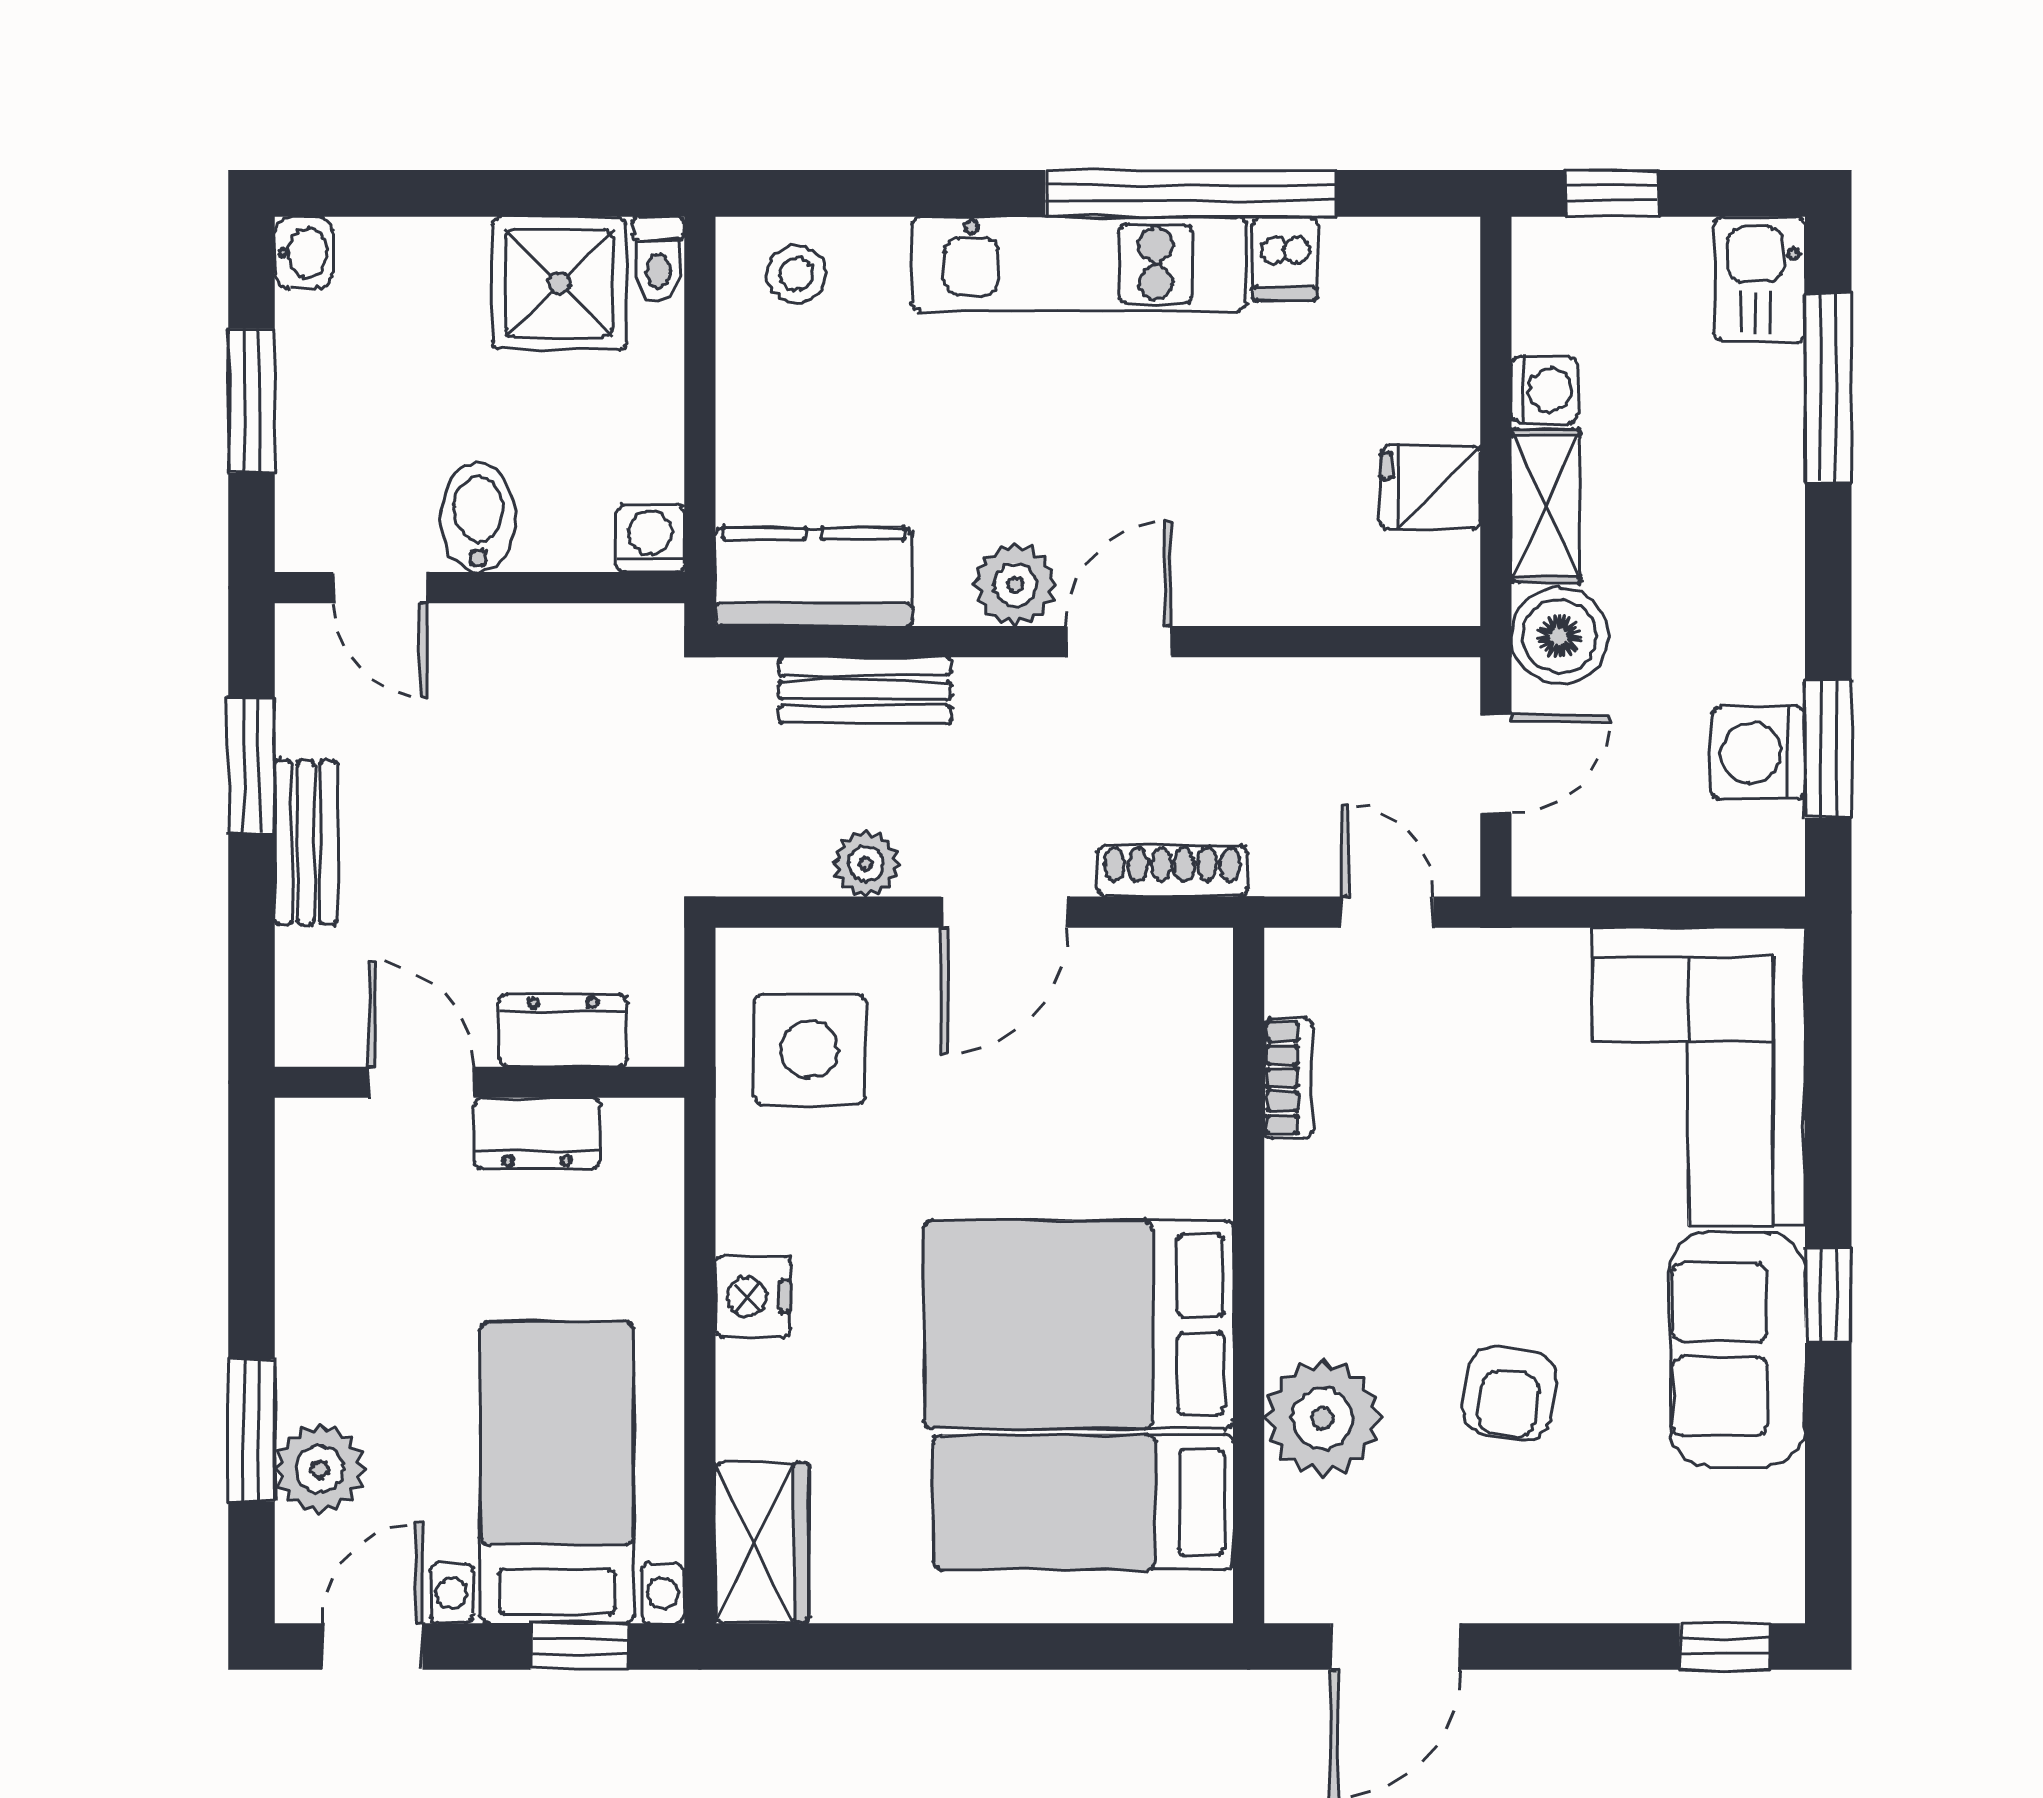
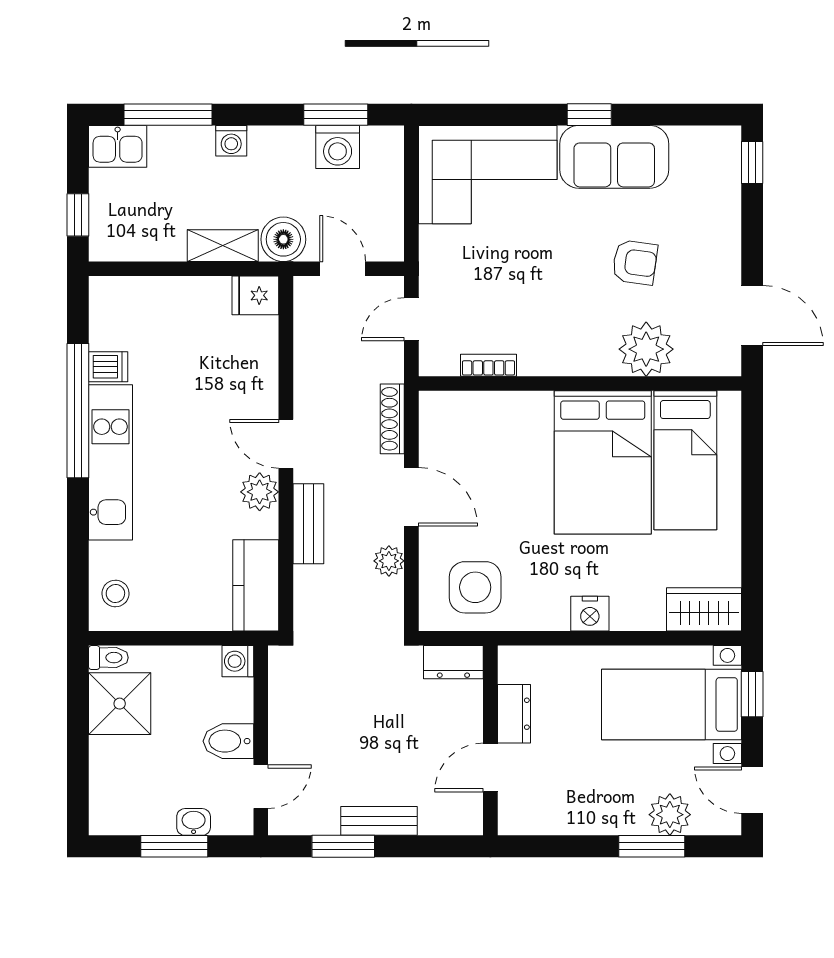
washbasin: (304, 253) -> (194, 822), moved
washing machine: (1545, 390) -> (231, 141), moved, turned 180
fridge: (1430, 487) -> (255, 295), moved, turned 90
bench: (865, 690) -> (308, 524), moved
dresser: (563, 1031) -> (453, 662), moved, turned -90

